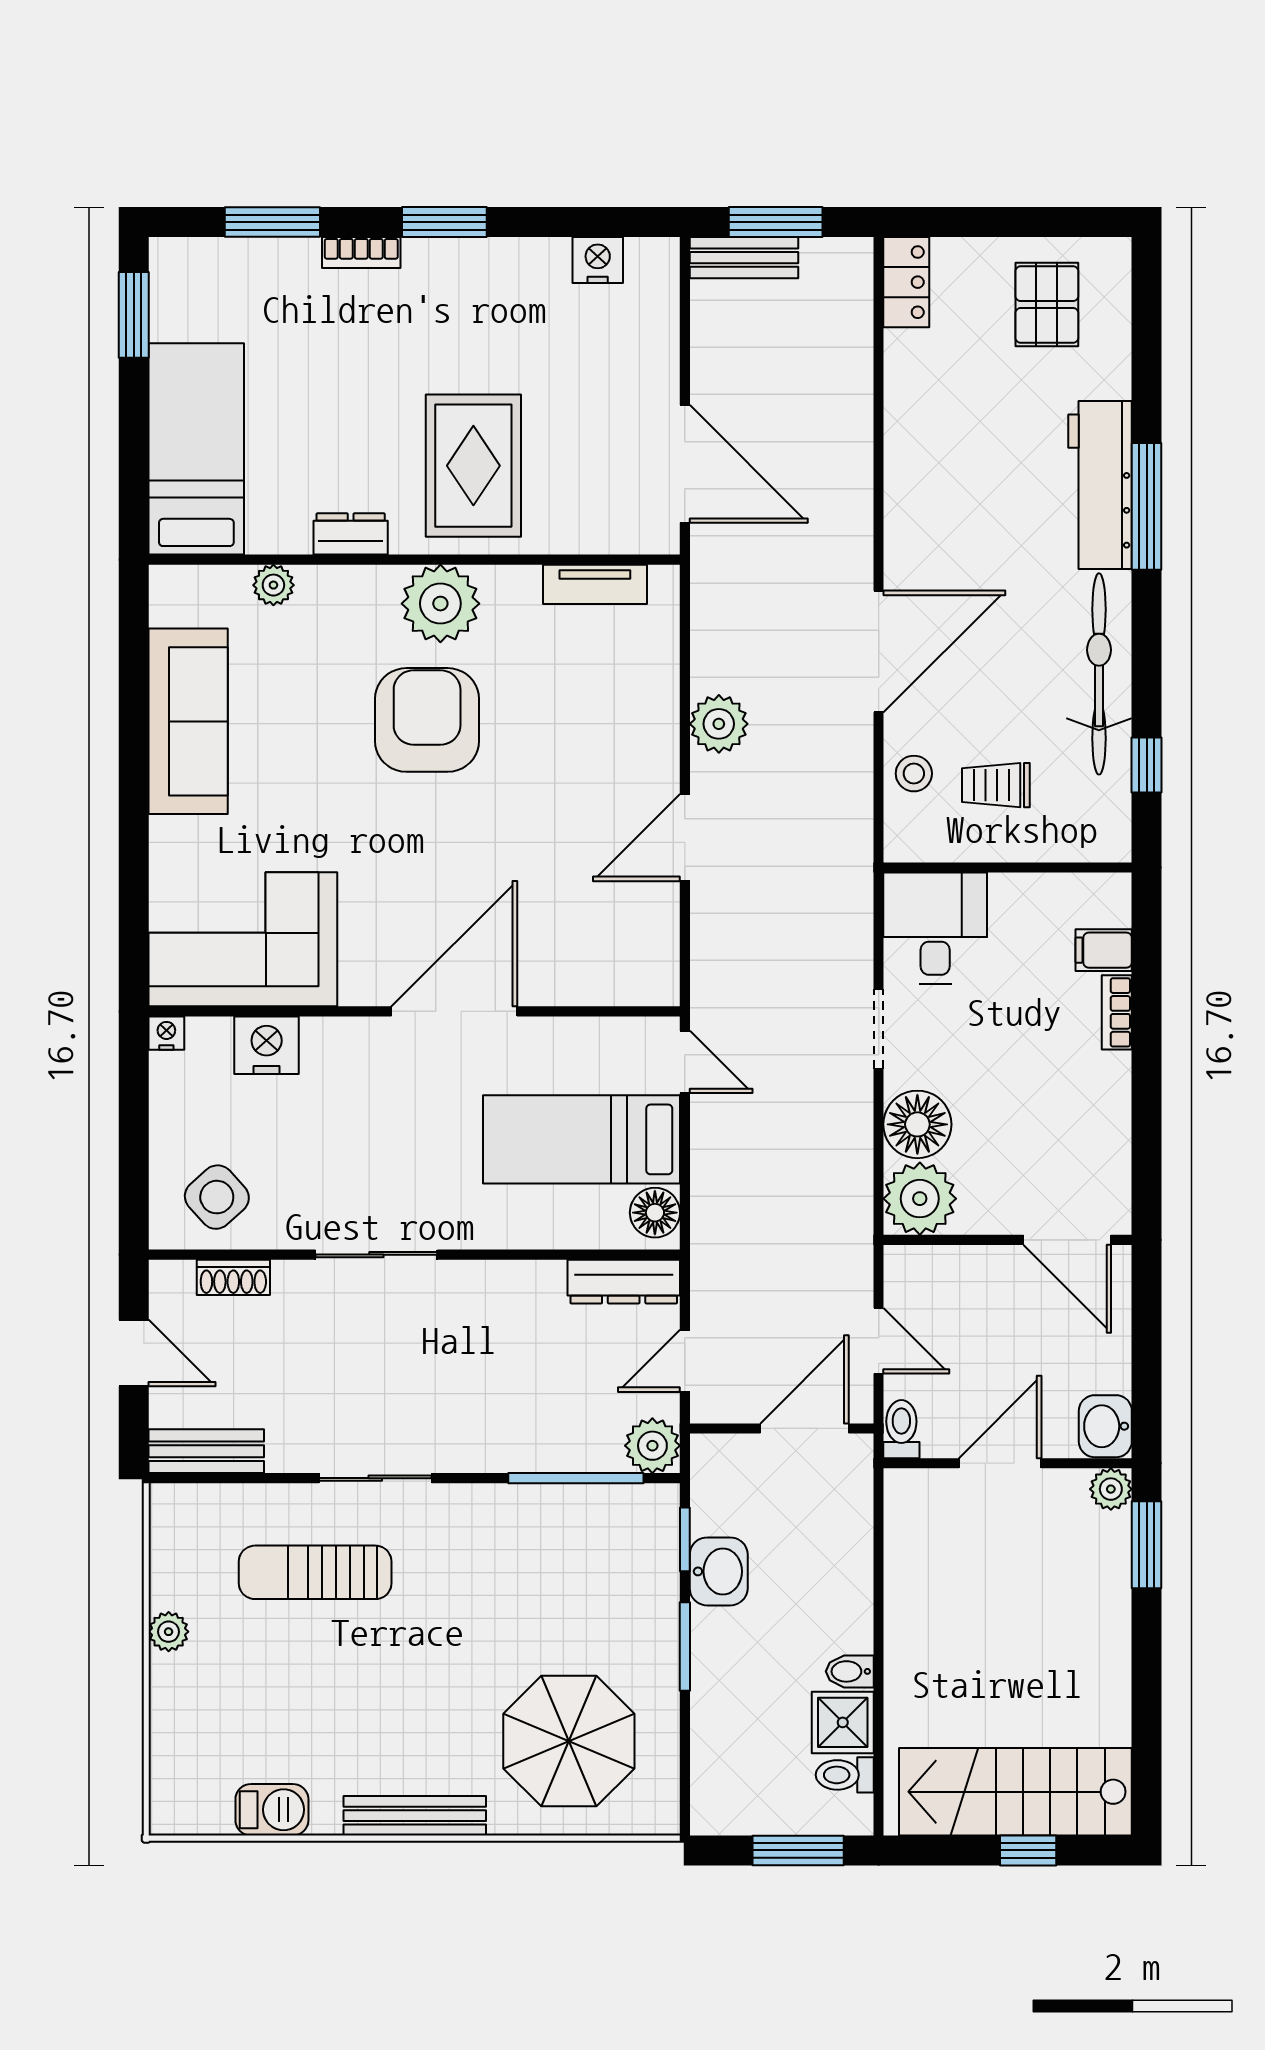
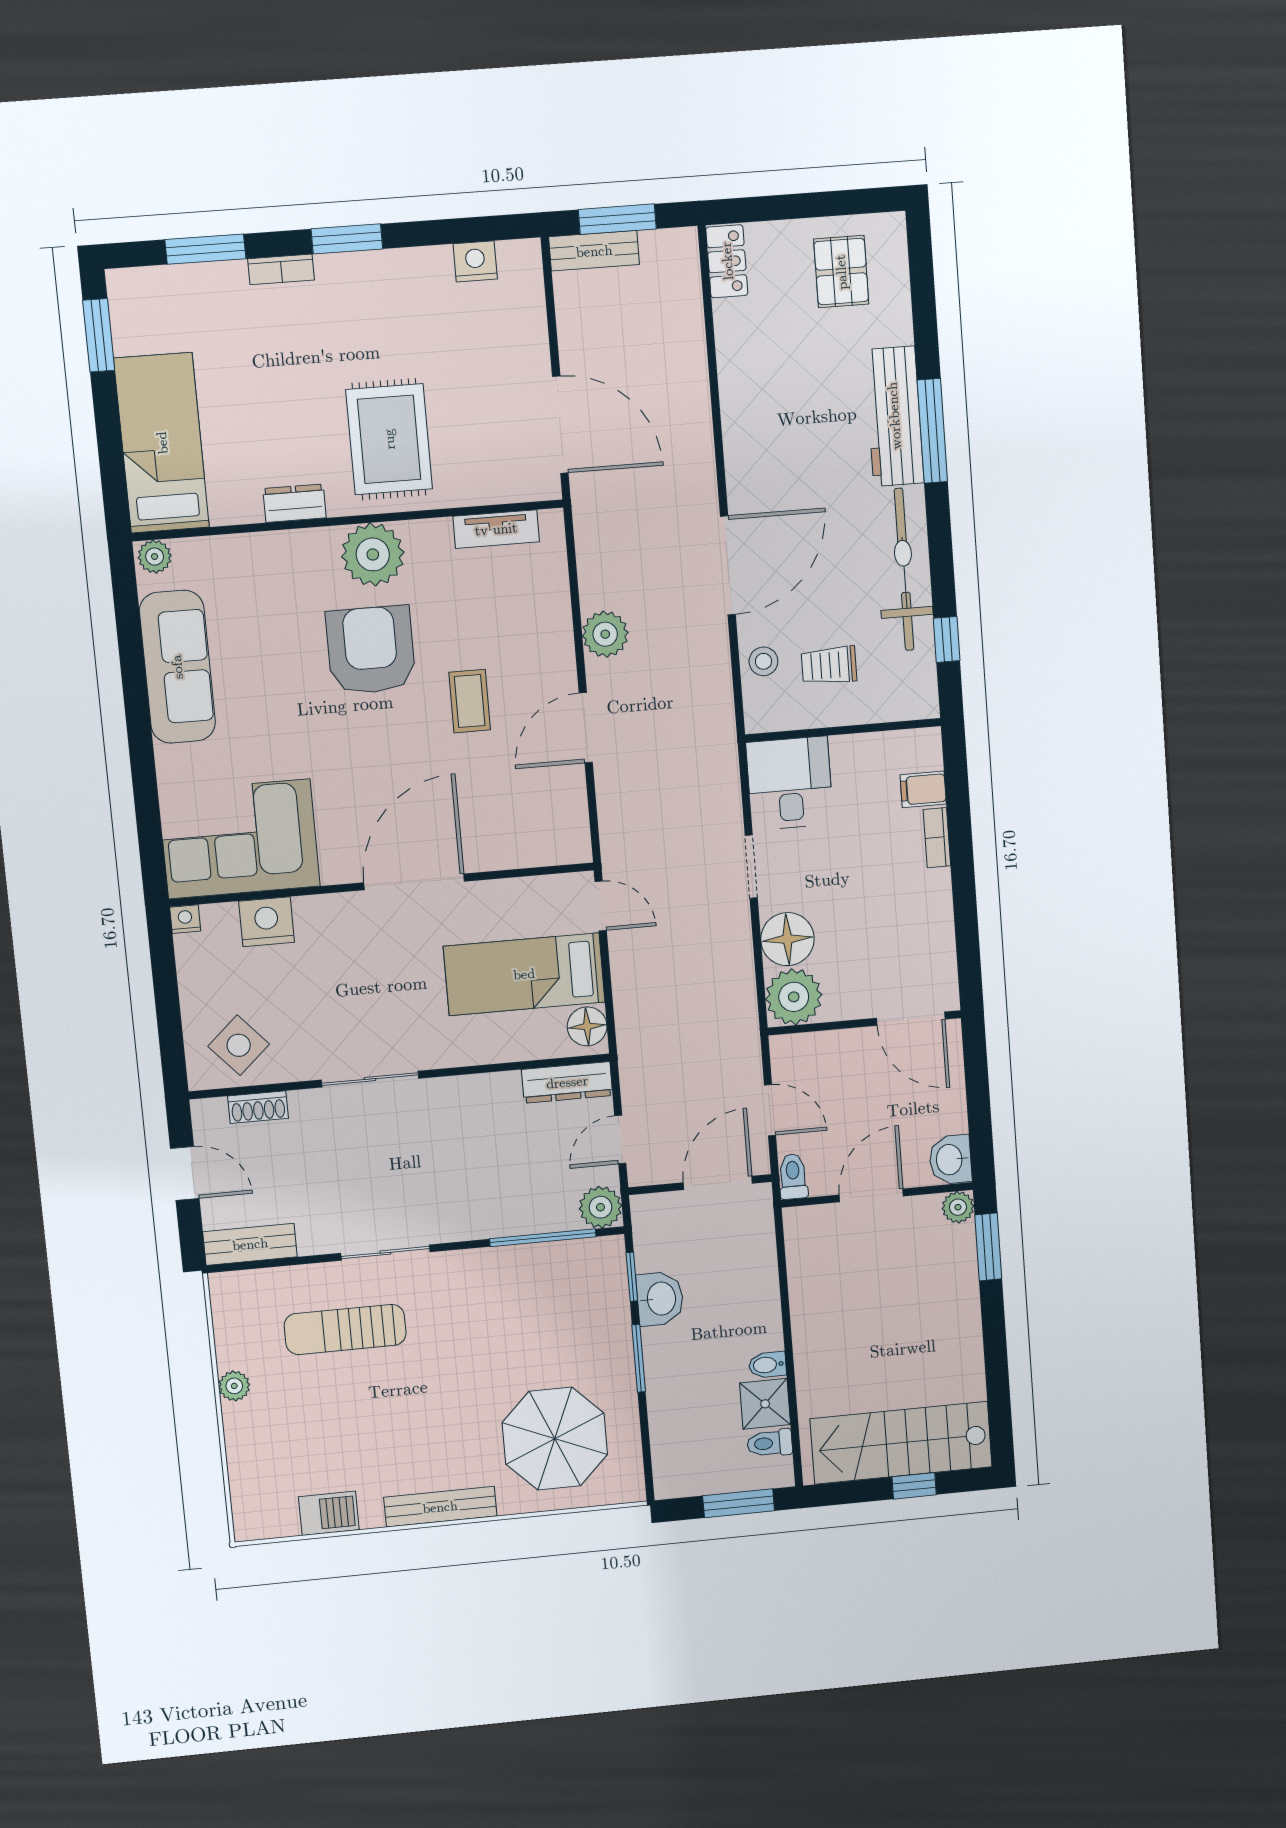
plant: (273, 585) -> (155, 557), moved
coffee table: (543, 793) -> (470, 701), added

